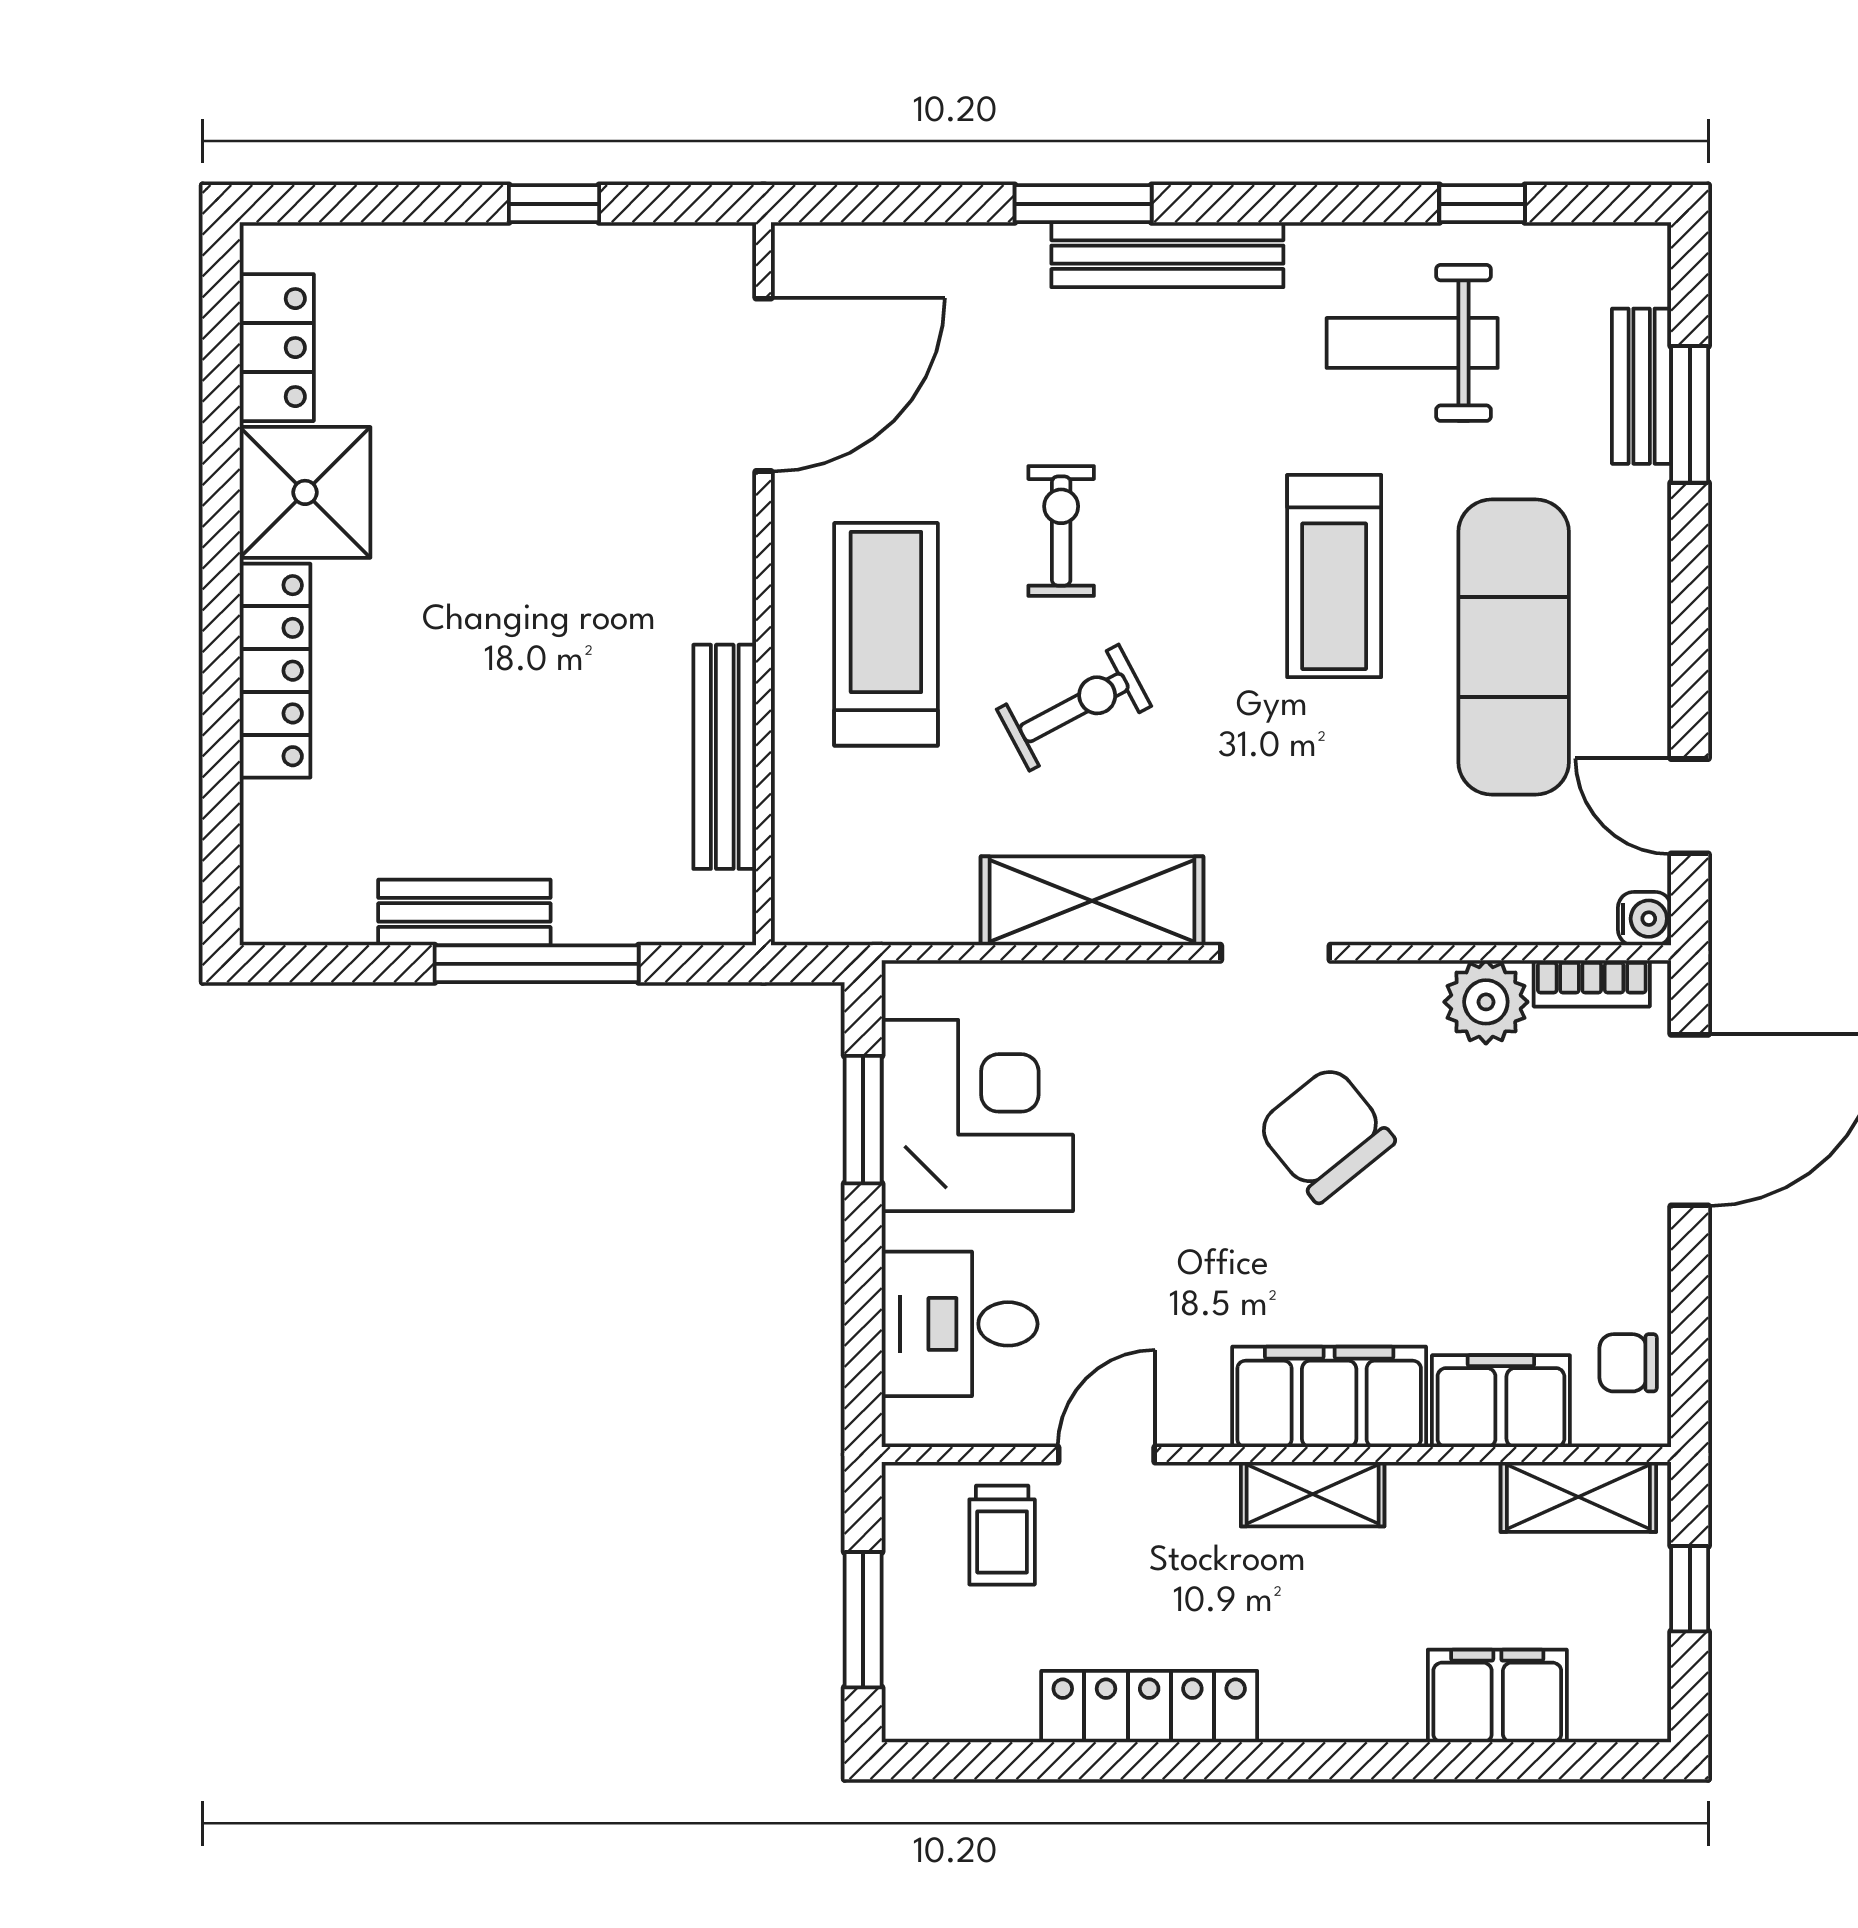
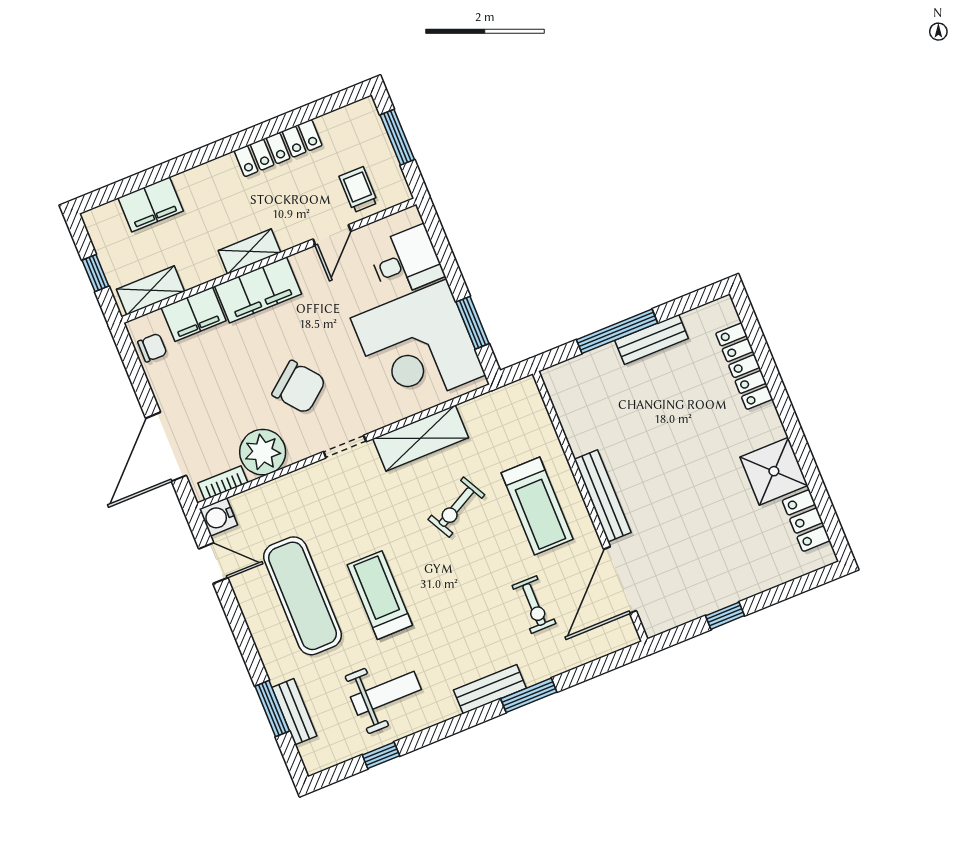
bench: (1167, 255) -> (490, 689), width x0.73
exercise bike: (1061, 531) -> (534, 605), moved
locker: (275, 671) -> (744, 366), moved
bench: (725, 757) -> (603, 496), moved
water cooler: (1645, 919) -> (218, 517), width x1.38, depth x1.38
plant: (1486, 1002) -> (263, 452), width x1.36, depth x1.36
corner desk: (977, 1115) -> (418, 347), width x1.36, depth x1.36

